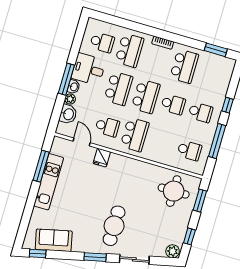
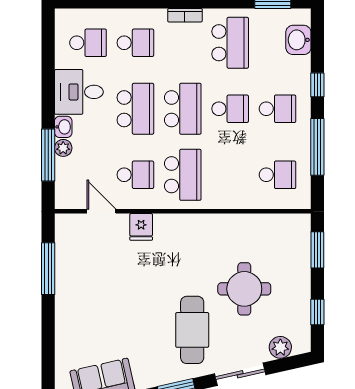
school desk: (129, 50) -> (135, 43), width x0.54
window: (66, 79) -> (48, 155), moved
washbasin: (68, 114) -> (298, 40), moved, turned 180
kitchen unit: (49, 182) -> (67, 290), removed
round table: (174, 191) -> (244, 289), moved
plant: (173, 251) -> (280, 347), moved

